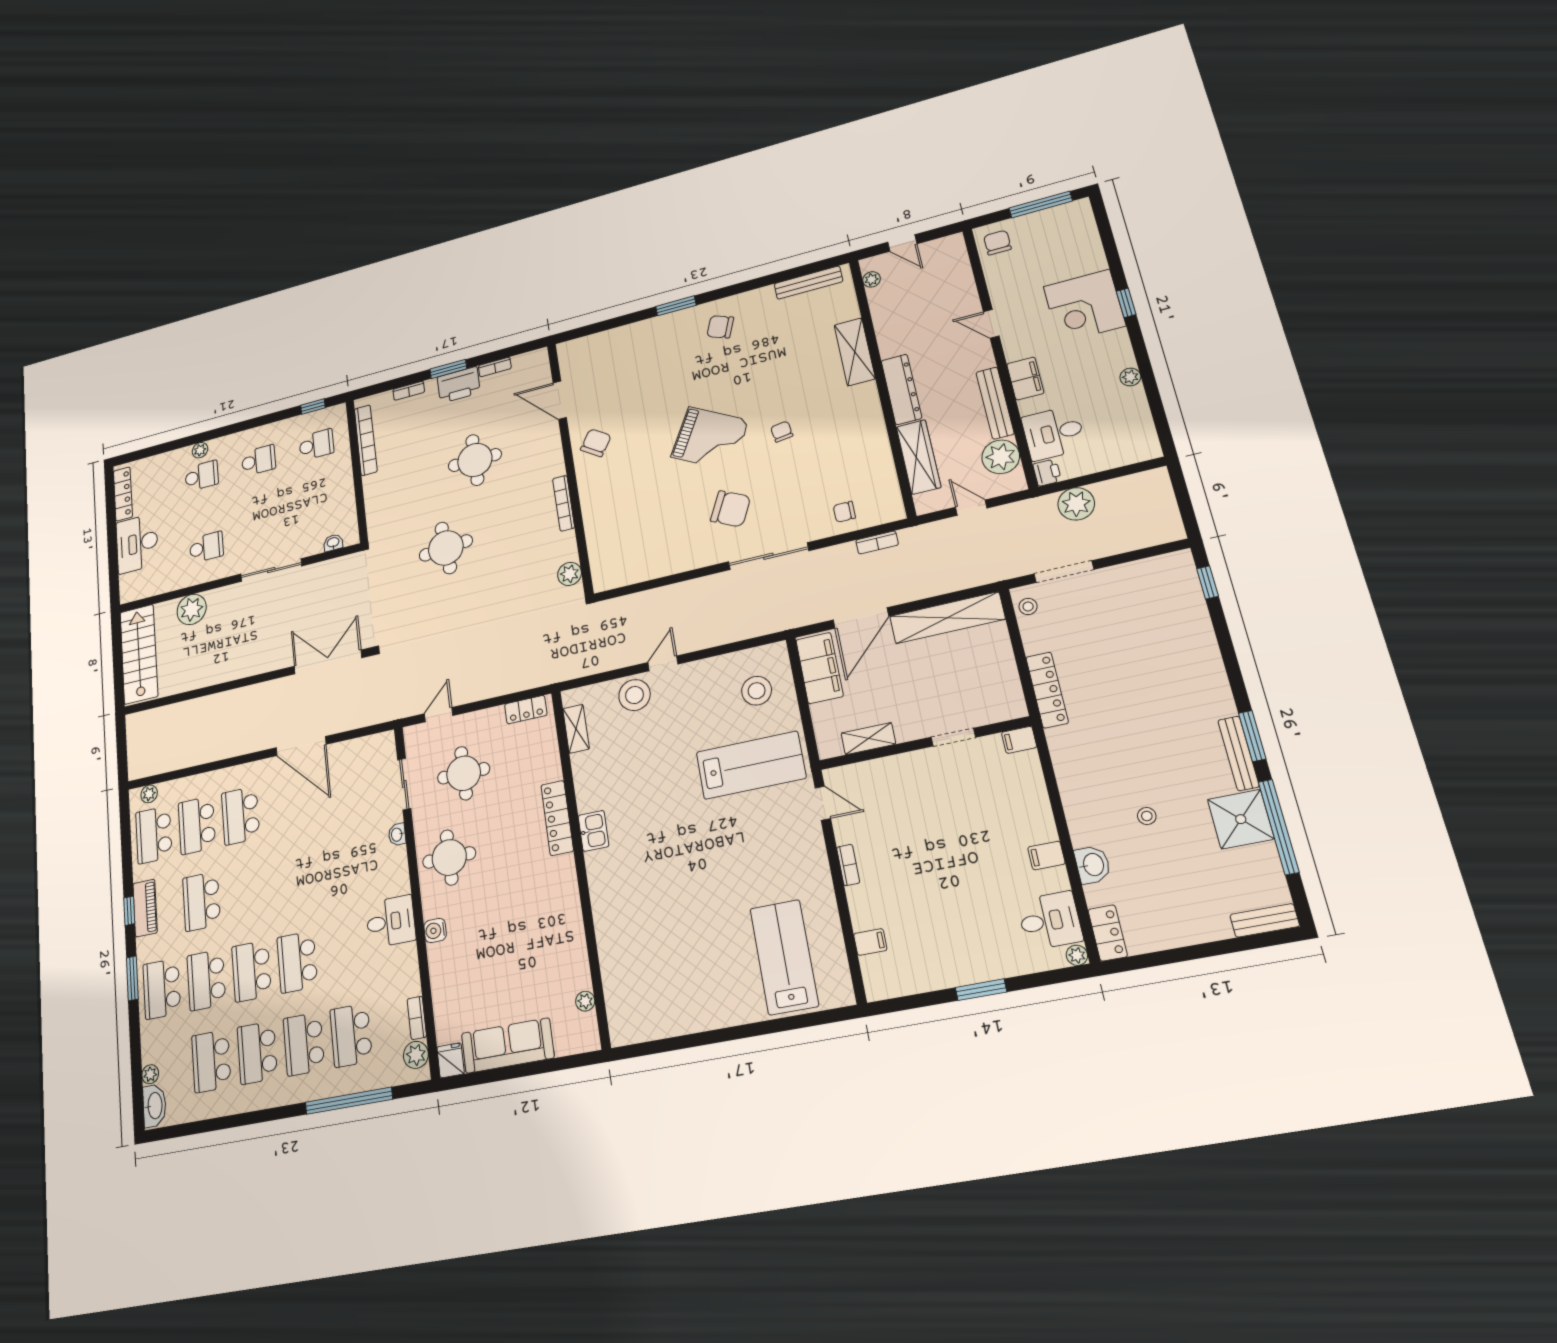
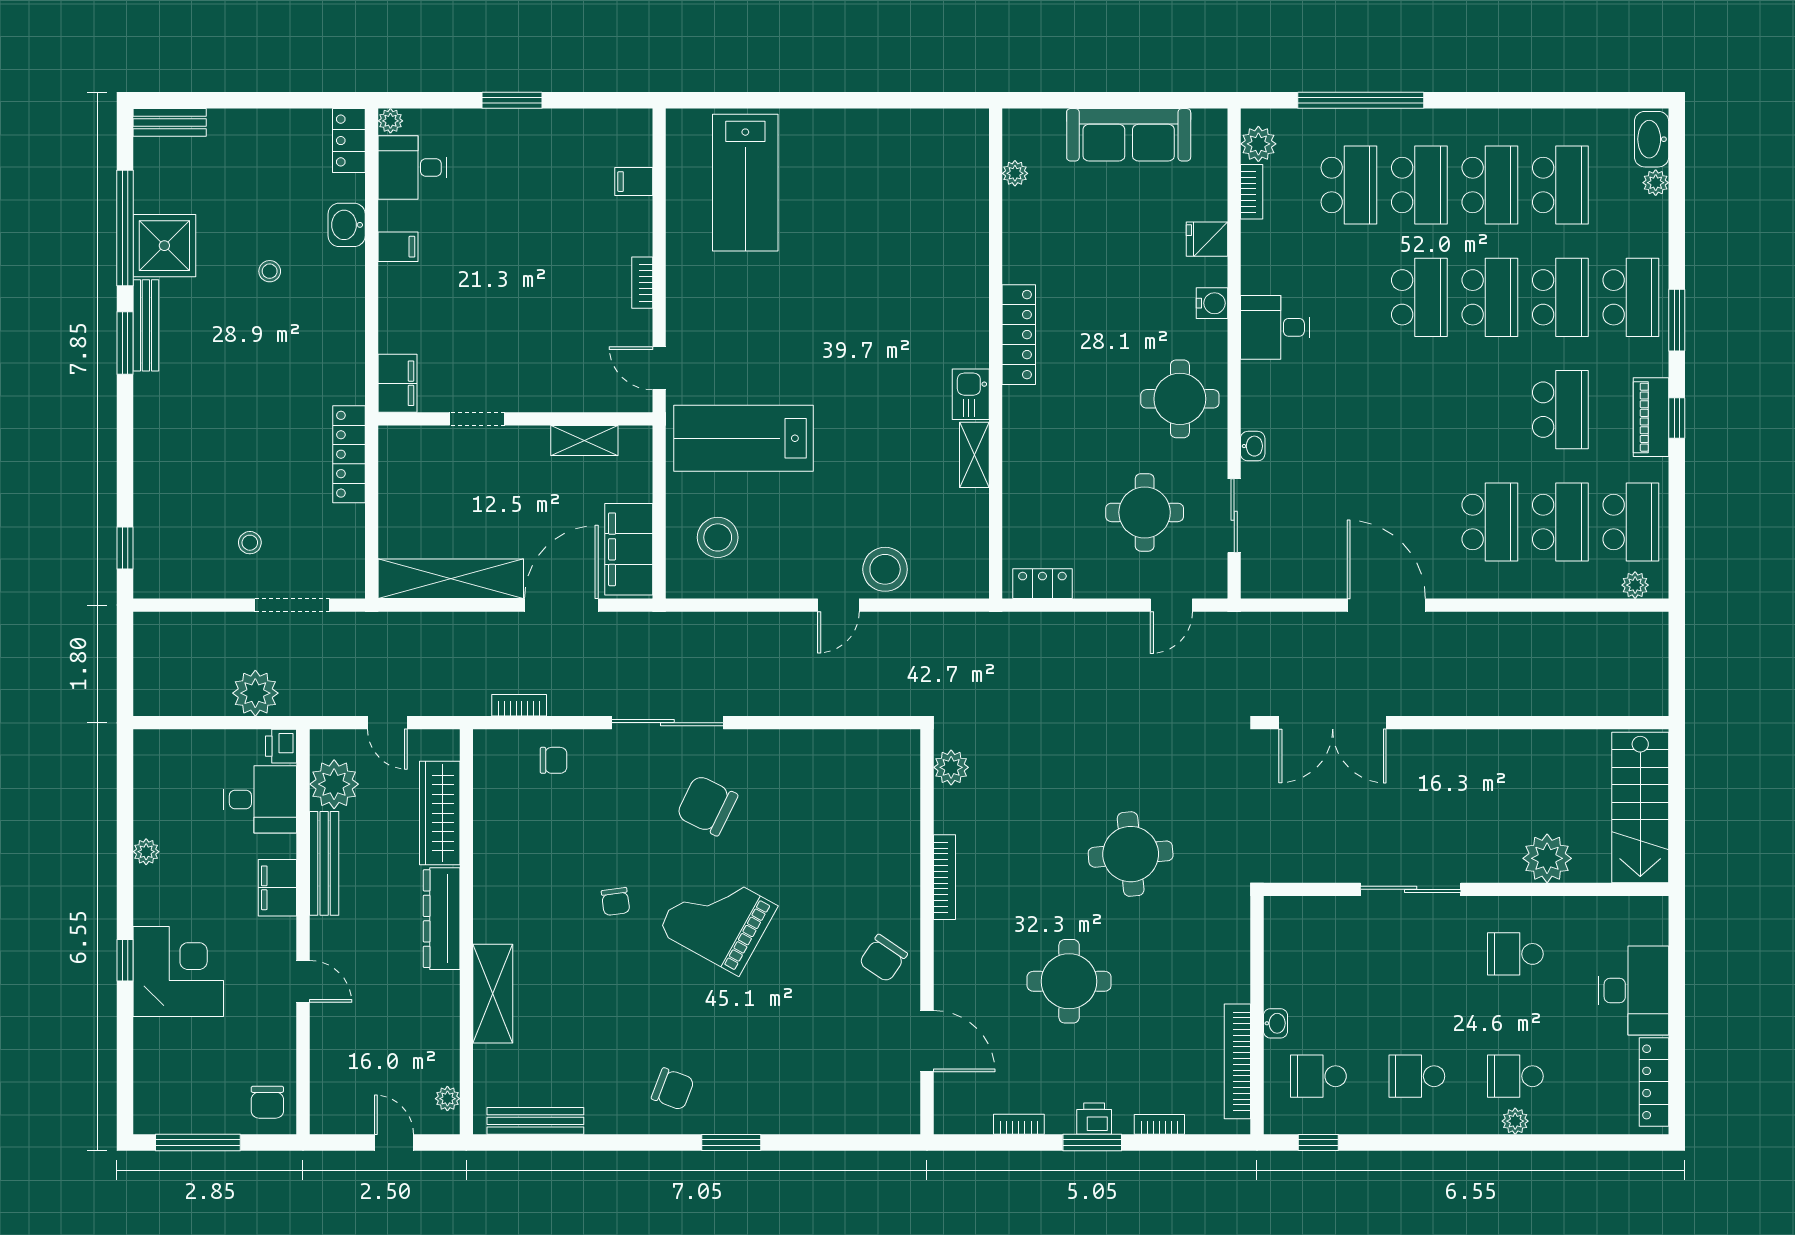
printer: (459, 385) -> (1094, 1119), width x0.53, depth x0.68
washbasin: (333, 543) -> (1275, 1023), moved, turned -90
stool: (1028, 606) -> (250, 543), moved
shelving: (576, 729) -> (974, 455), moved
filing cabinet: (1019, 740) -> (397, 383), width x2.00
locker: (557, 818) -> (1019, 335), moved
fridge: (451, 1060) -> (1207, 239), moved, turned 90

